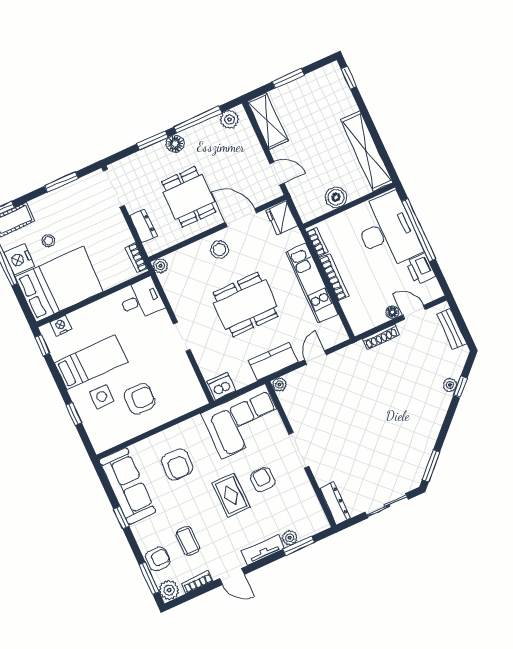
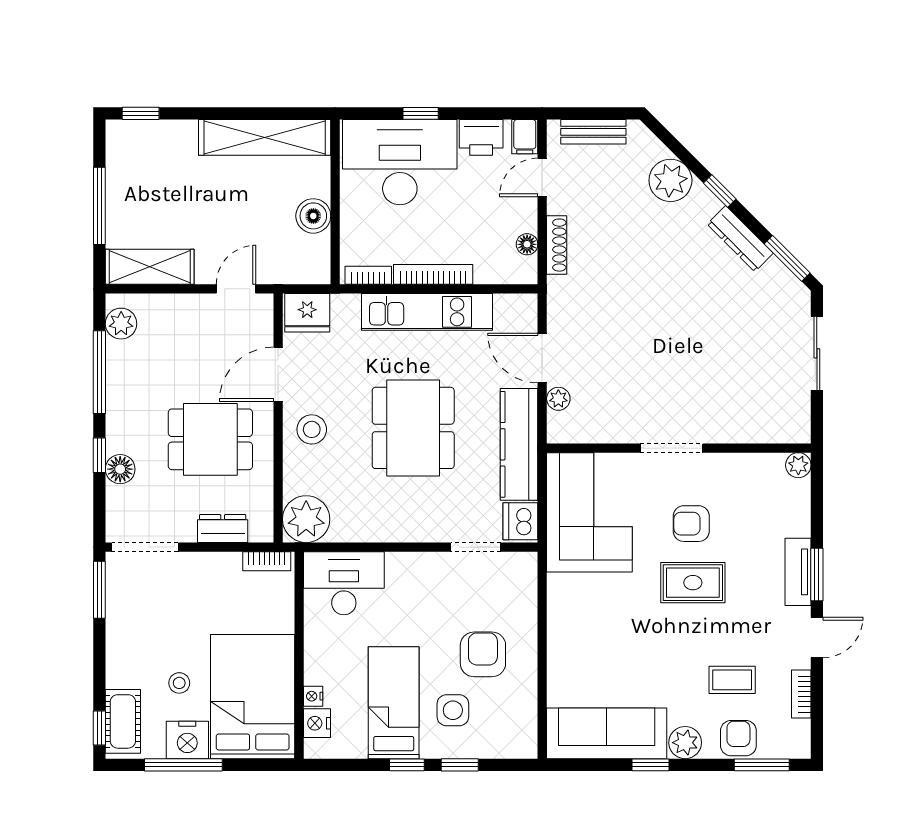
window: (288, 78) -> (99, 206), width x1.44
window: (152, 140) -> (99, 455), width x0.67
floor lamp: (175, 144) -> (120, 469), moved
window: (61, 182) -> (99, 590), moved
window: (419, 230) -> (421, 113), width x0.32
plant: (160, 266) -> (306, 519), width x1.88, depth x1.88
filing cabinet: (432, 293) -> (525, 137), added
desk: (141, 299) -> (344, 583), width x1.37
floor lamp: (392, 312) -> (527, 244), moved
nightstand: (75, 317) -> (313, 696), added
doorway: (182, 337) -> (476, 547), moved
window: (42, 345) -> (407, 765), moved
door: (316, 357) -> (542, 358), width x1.38
kitchen counter: (273, 362) -> (519, 444), width x1.50
plant: (279, 385) -> (558, 399), moved
plant: (450, 385) -> (670, 180), width x1.87, depth x1.87
window: (460, 387) -> (720, 191), moved
armchair: (177, 464) -> (609, 643), removed
dresser: (335, 503) -> (740, 239), moved, turned -135
plant: (290, 538) -> (798, 465), moved
window: (299, 546) -> (817, 575), moved
plant: (169, 590) -> (685, 743), moved

